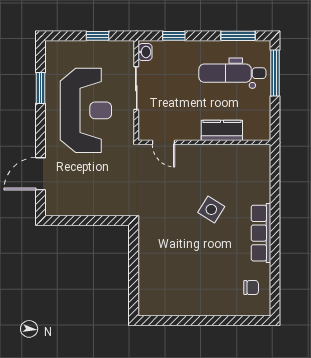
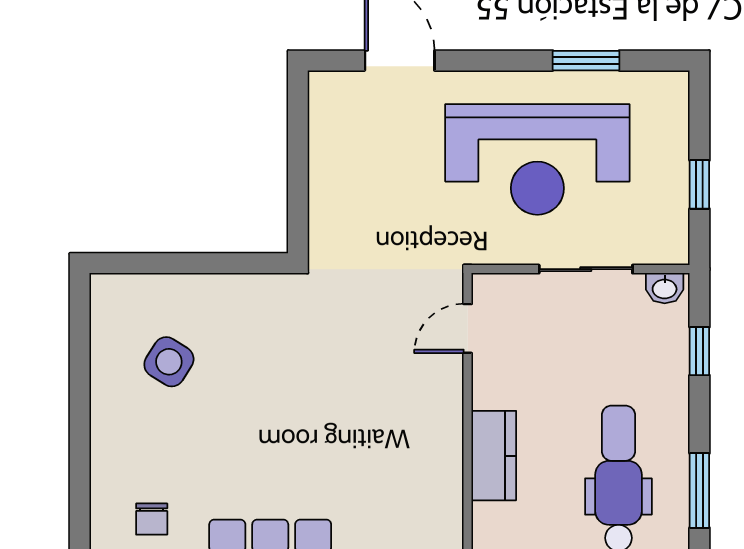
side table: (211, 209) -> (169, 362), moved

